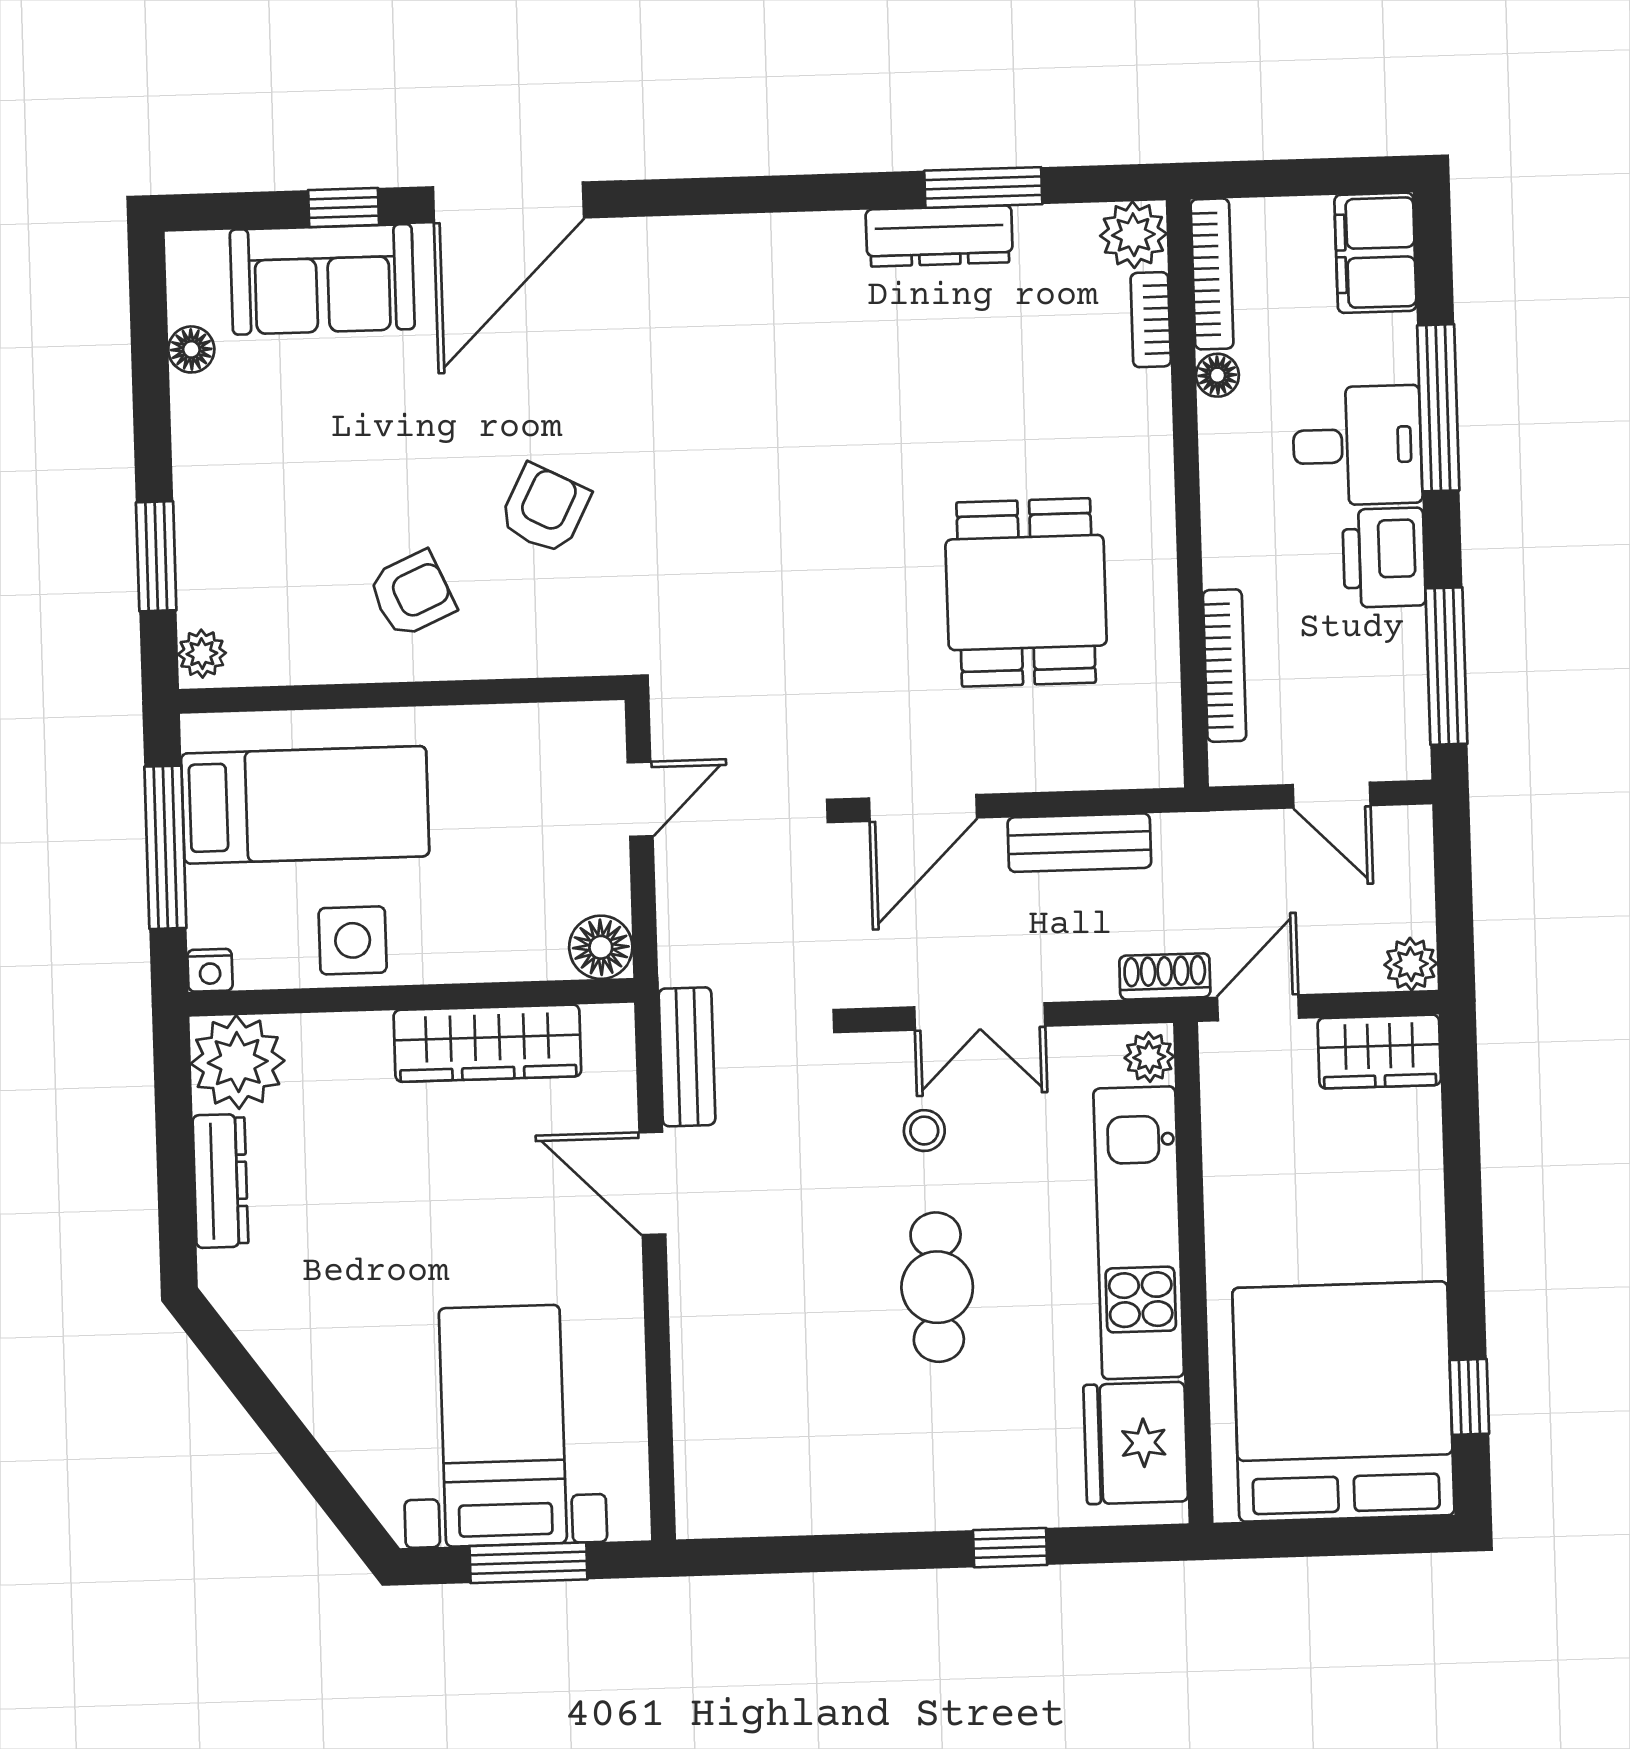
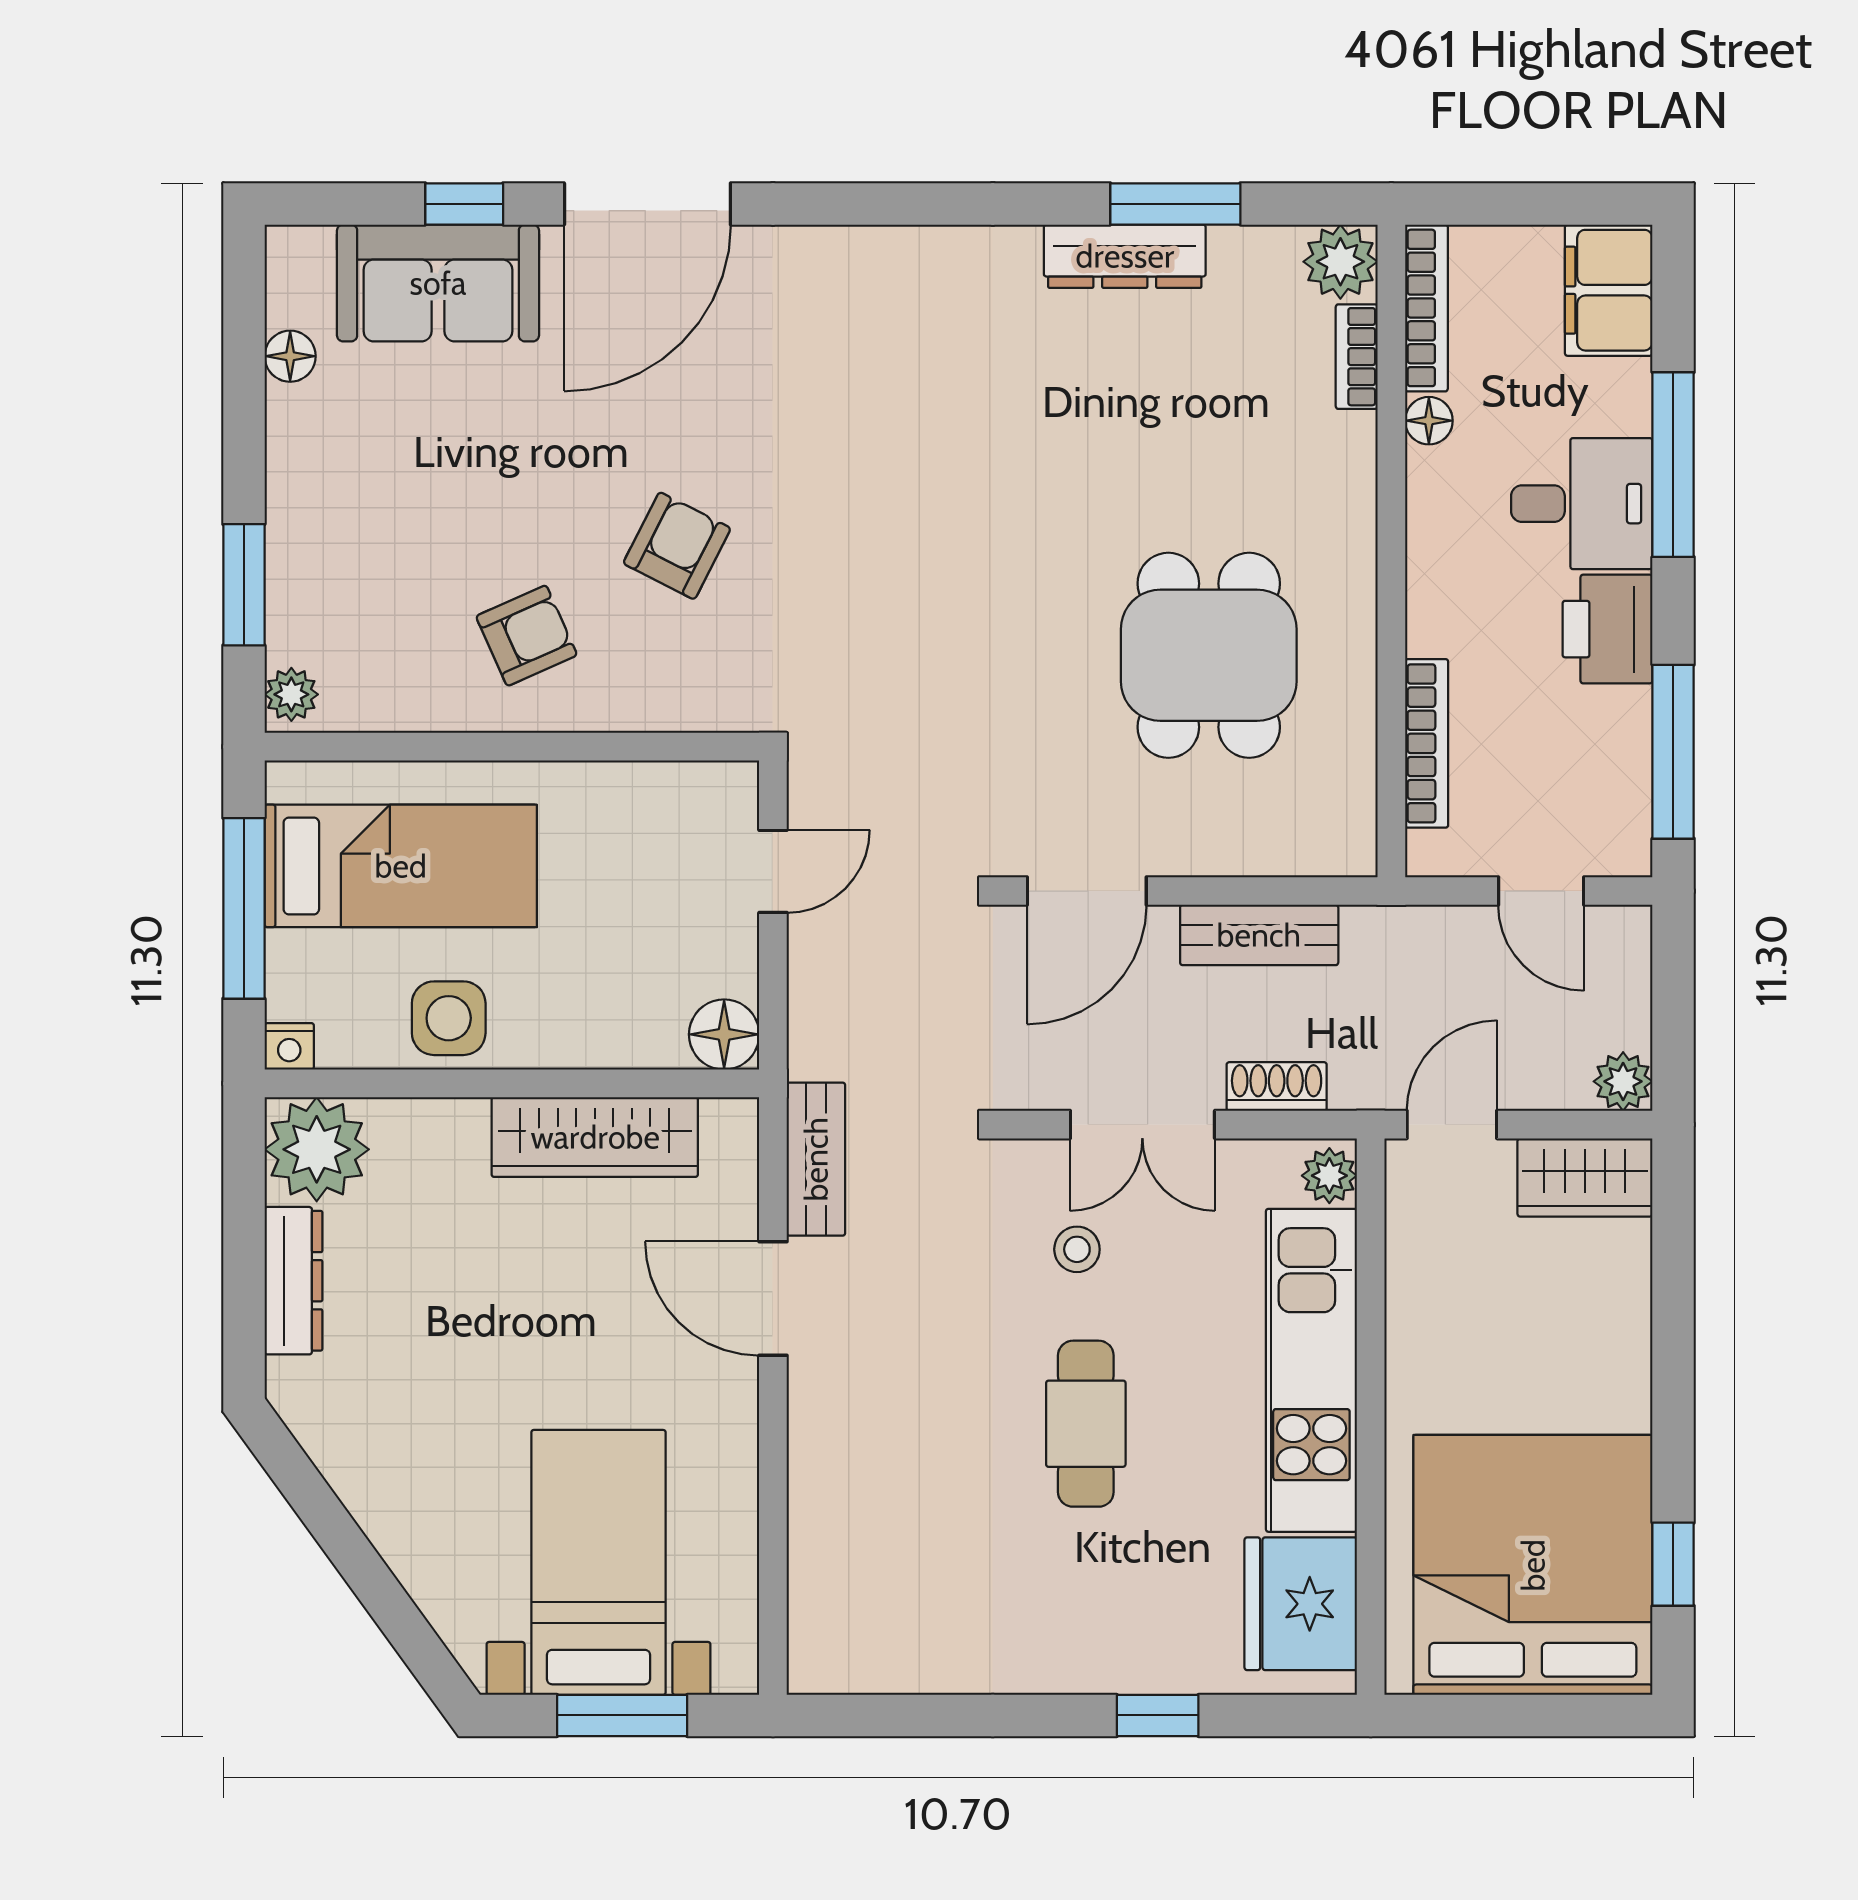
shoe rack: (1165, 976) -> (1277, 1087), moved

